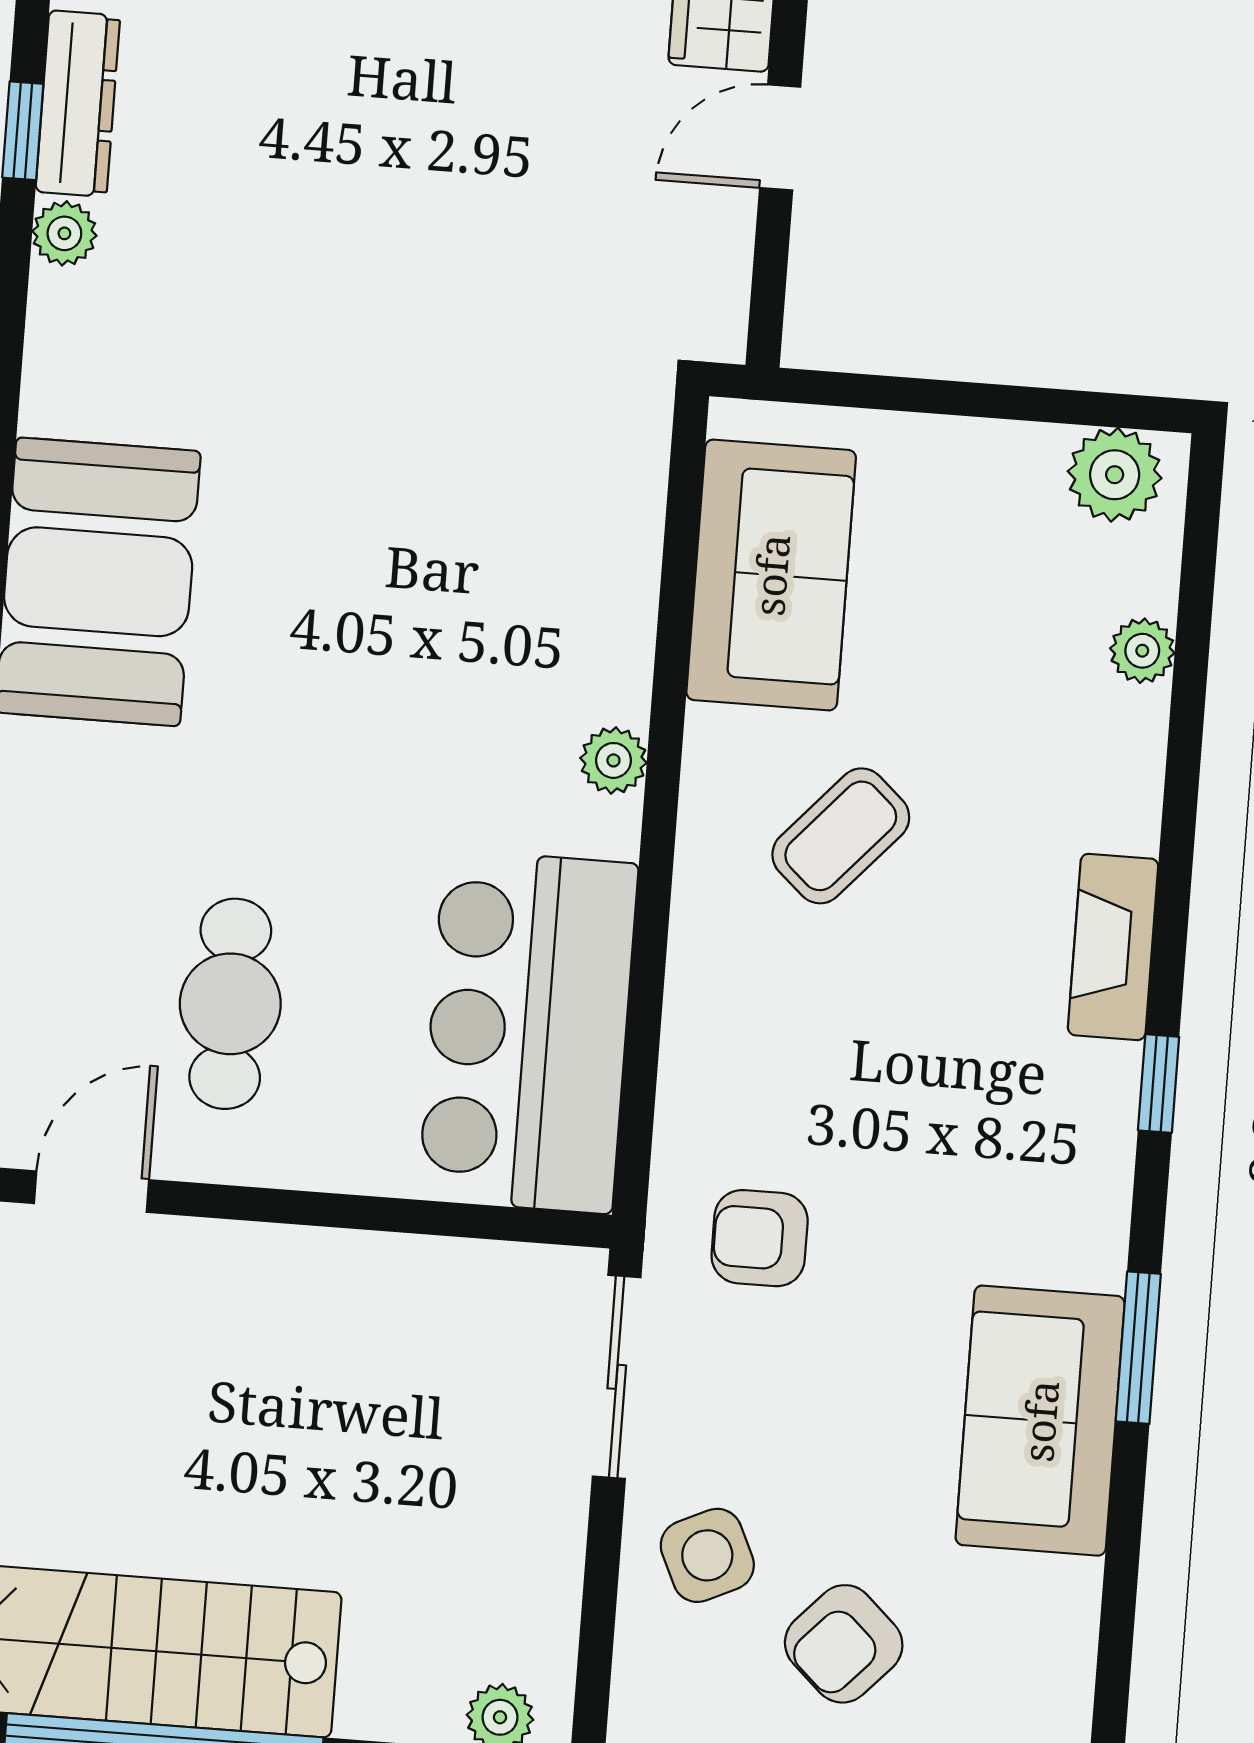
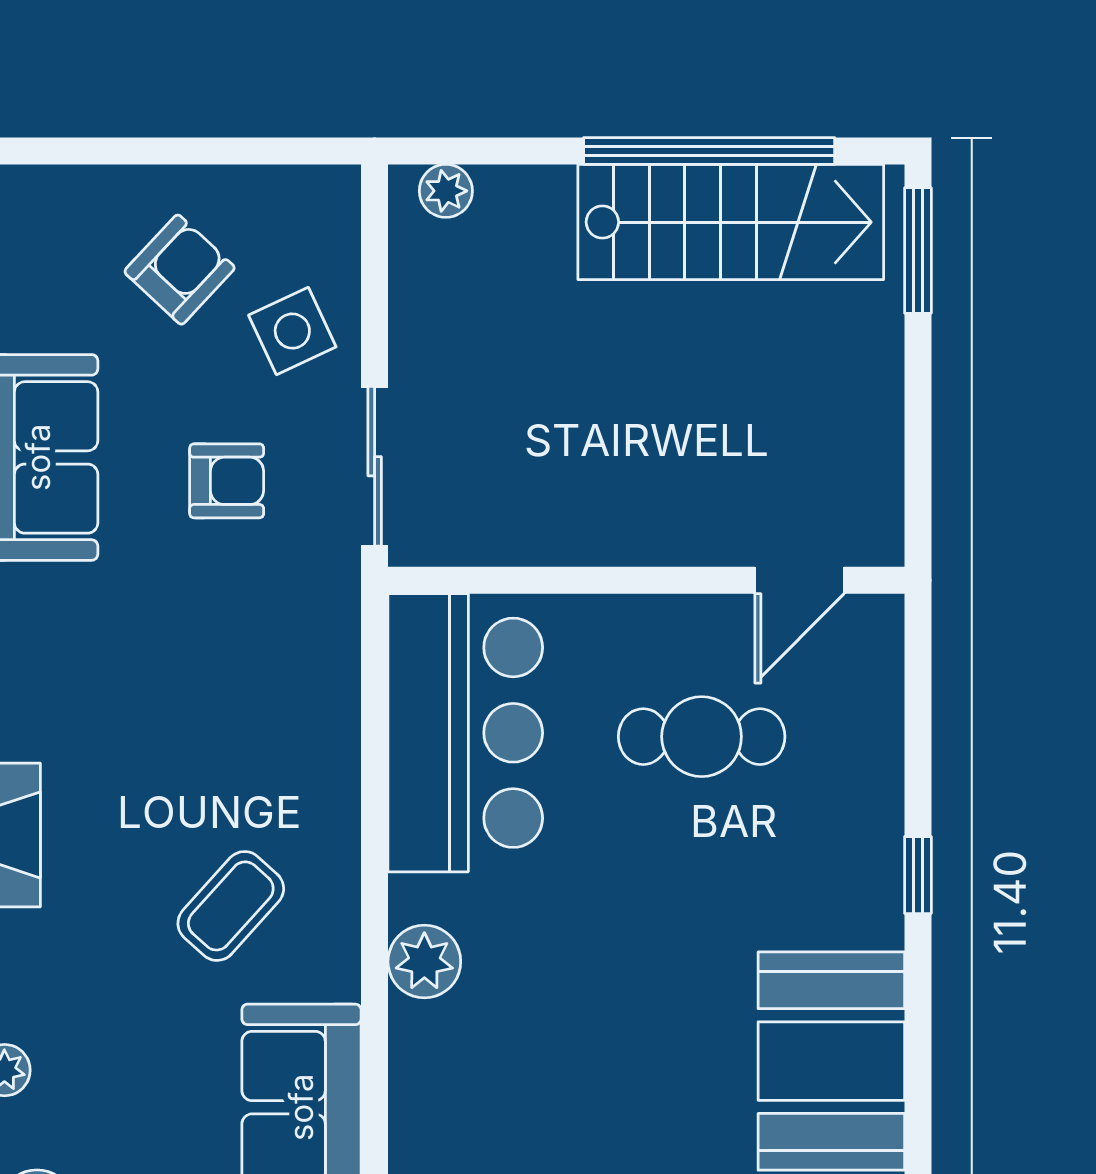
plant: (613, 760) -> (424, 962), width x1.38, depth x1.38
cafe table: (230, 1004) -> (702, 737), turned 90
armchair: (760, 1238) -> (227, 481), moved

